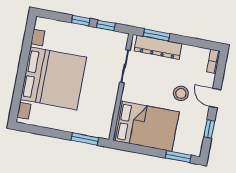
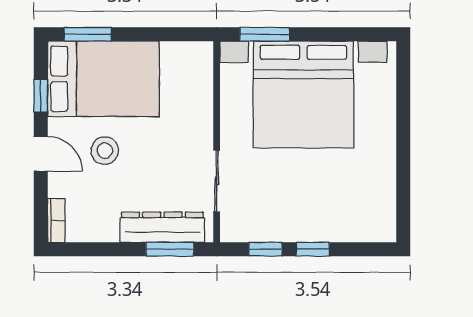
bed with nightstands: (53, 78) -> (303, 95), moved, turned -90
bed: (146, 126) -> (103, 79), moved, turned 180

